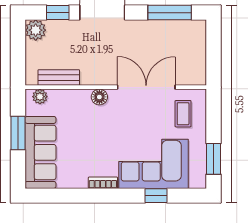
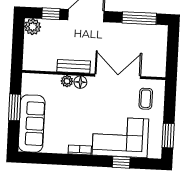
bench: (59, 78) -> (74, 66), moved
plant: (40, 97) -> (67, 81), moved

